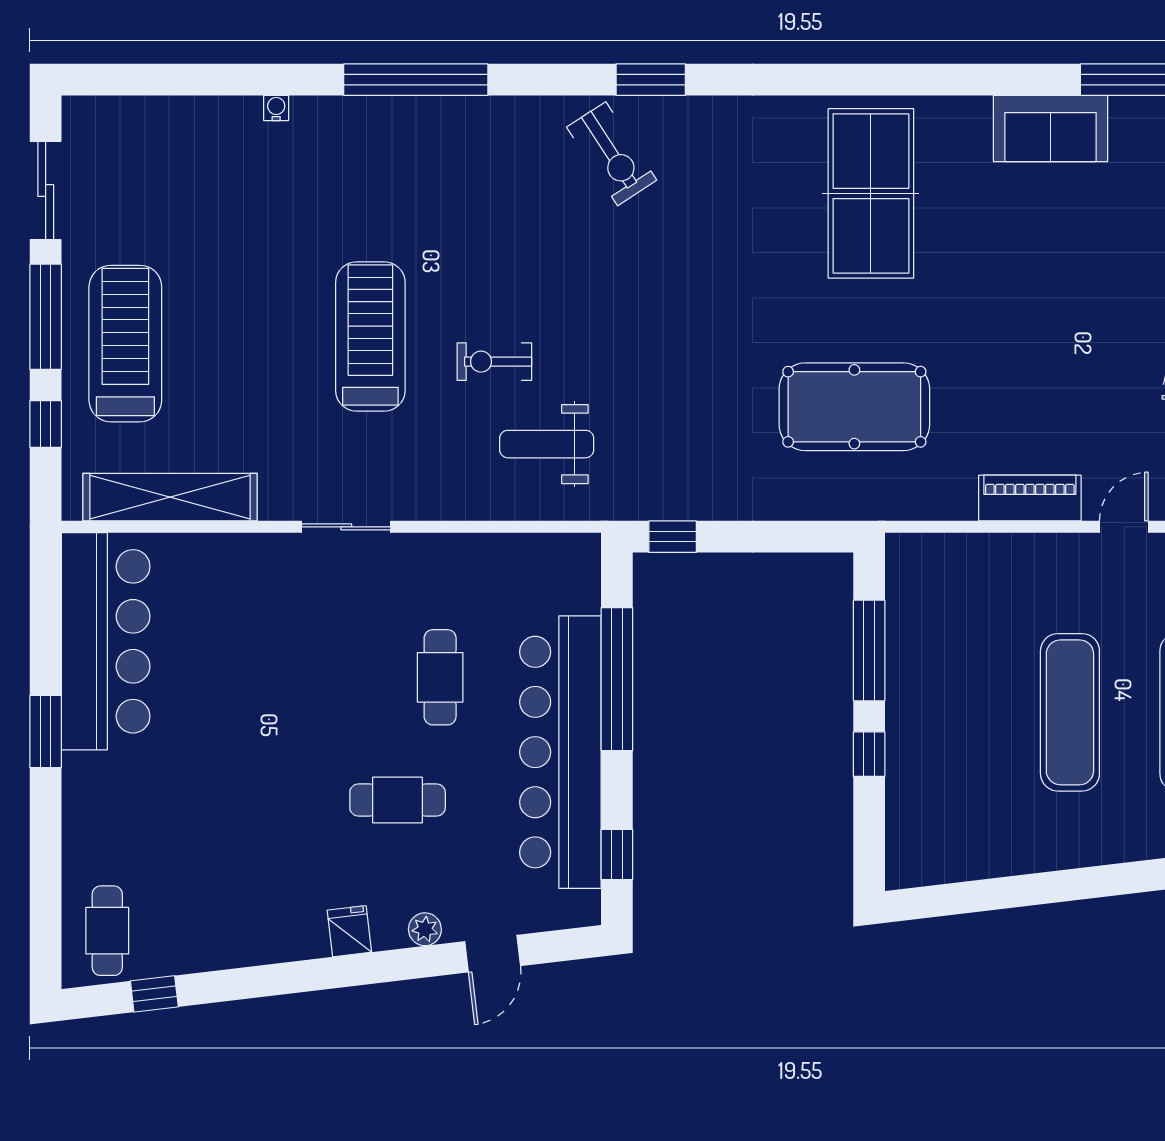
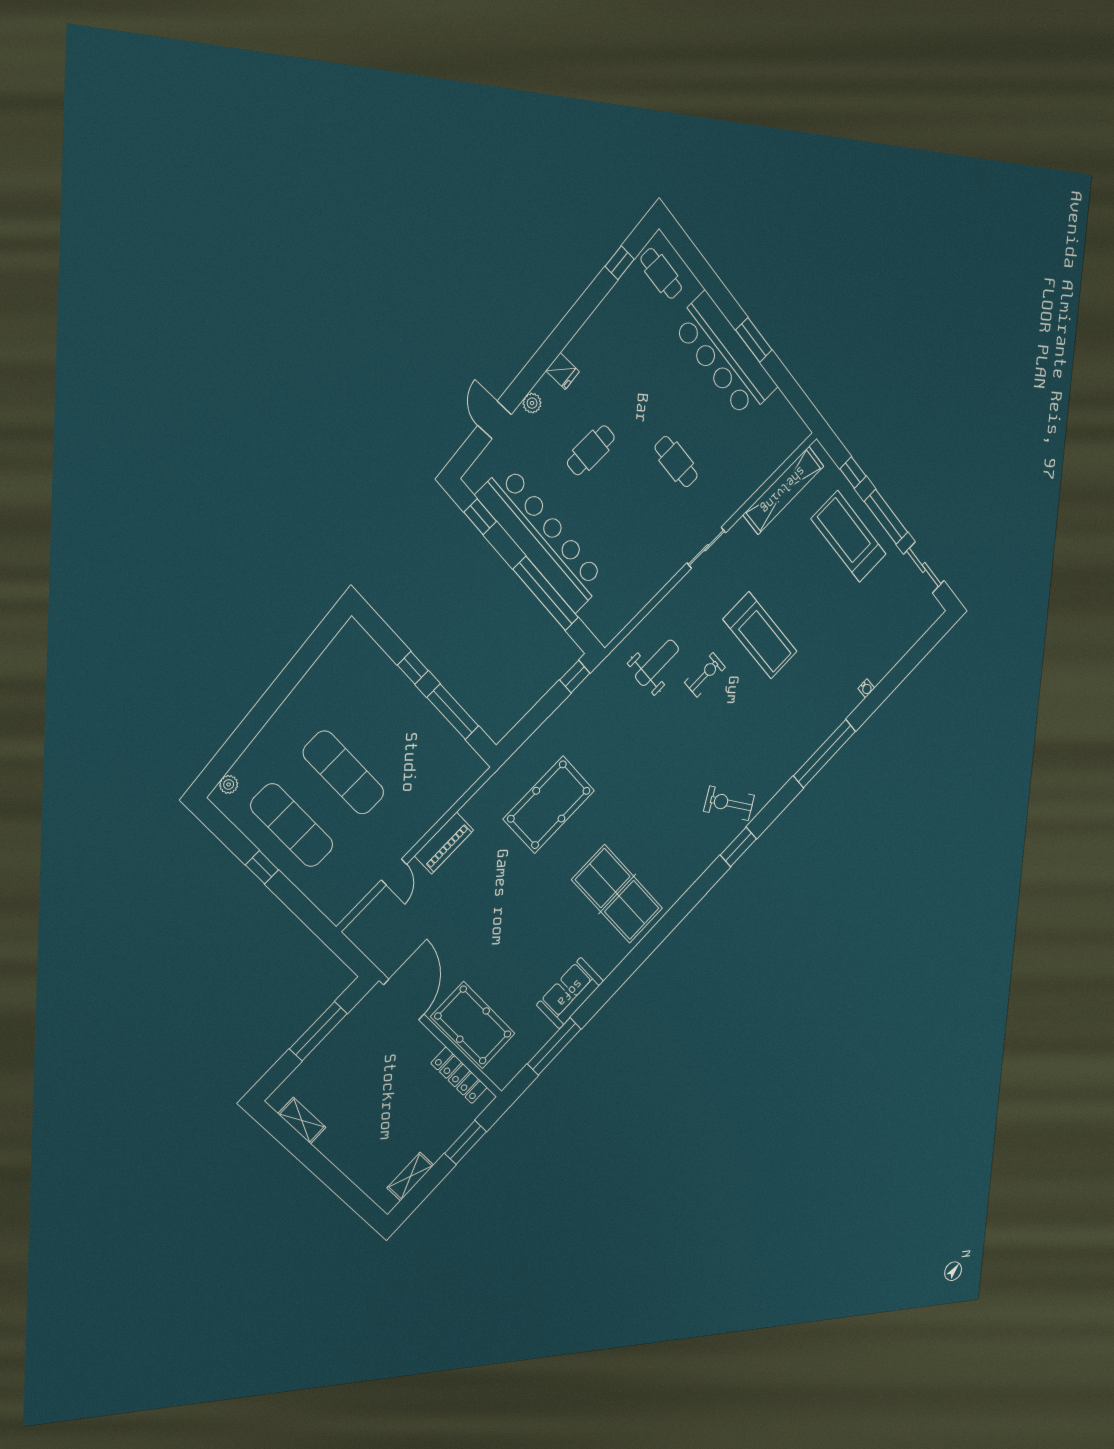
treadmill: (125, 344) -> (849, 537), turned 180
bar counter: (106, 641) -> (725, 356), moved
cafe table: (440, 677) -> (676, 462), moved

